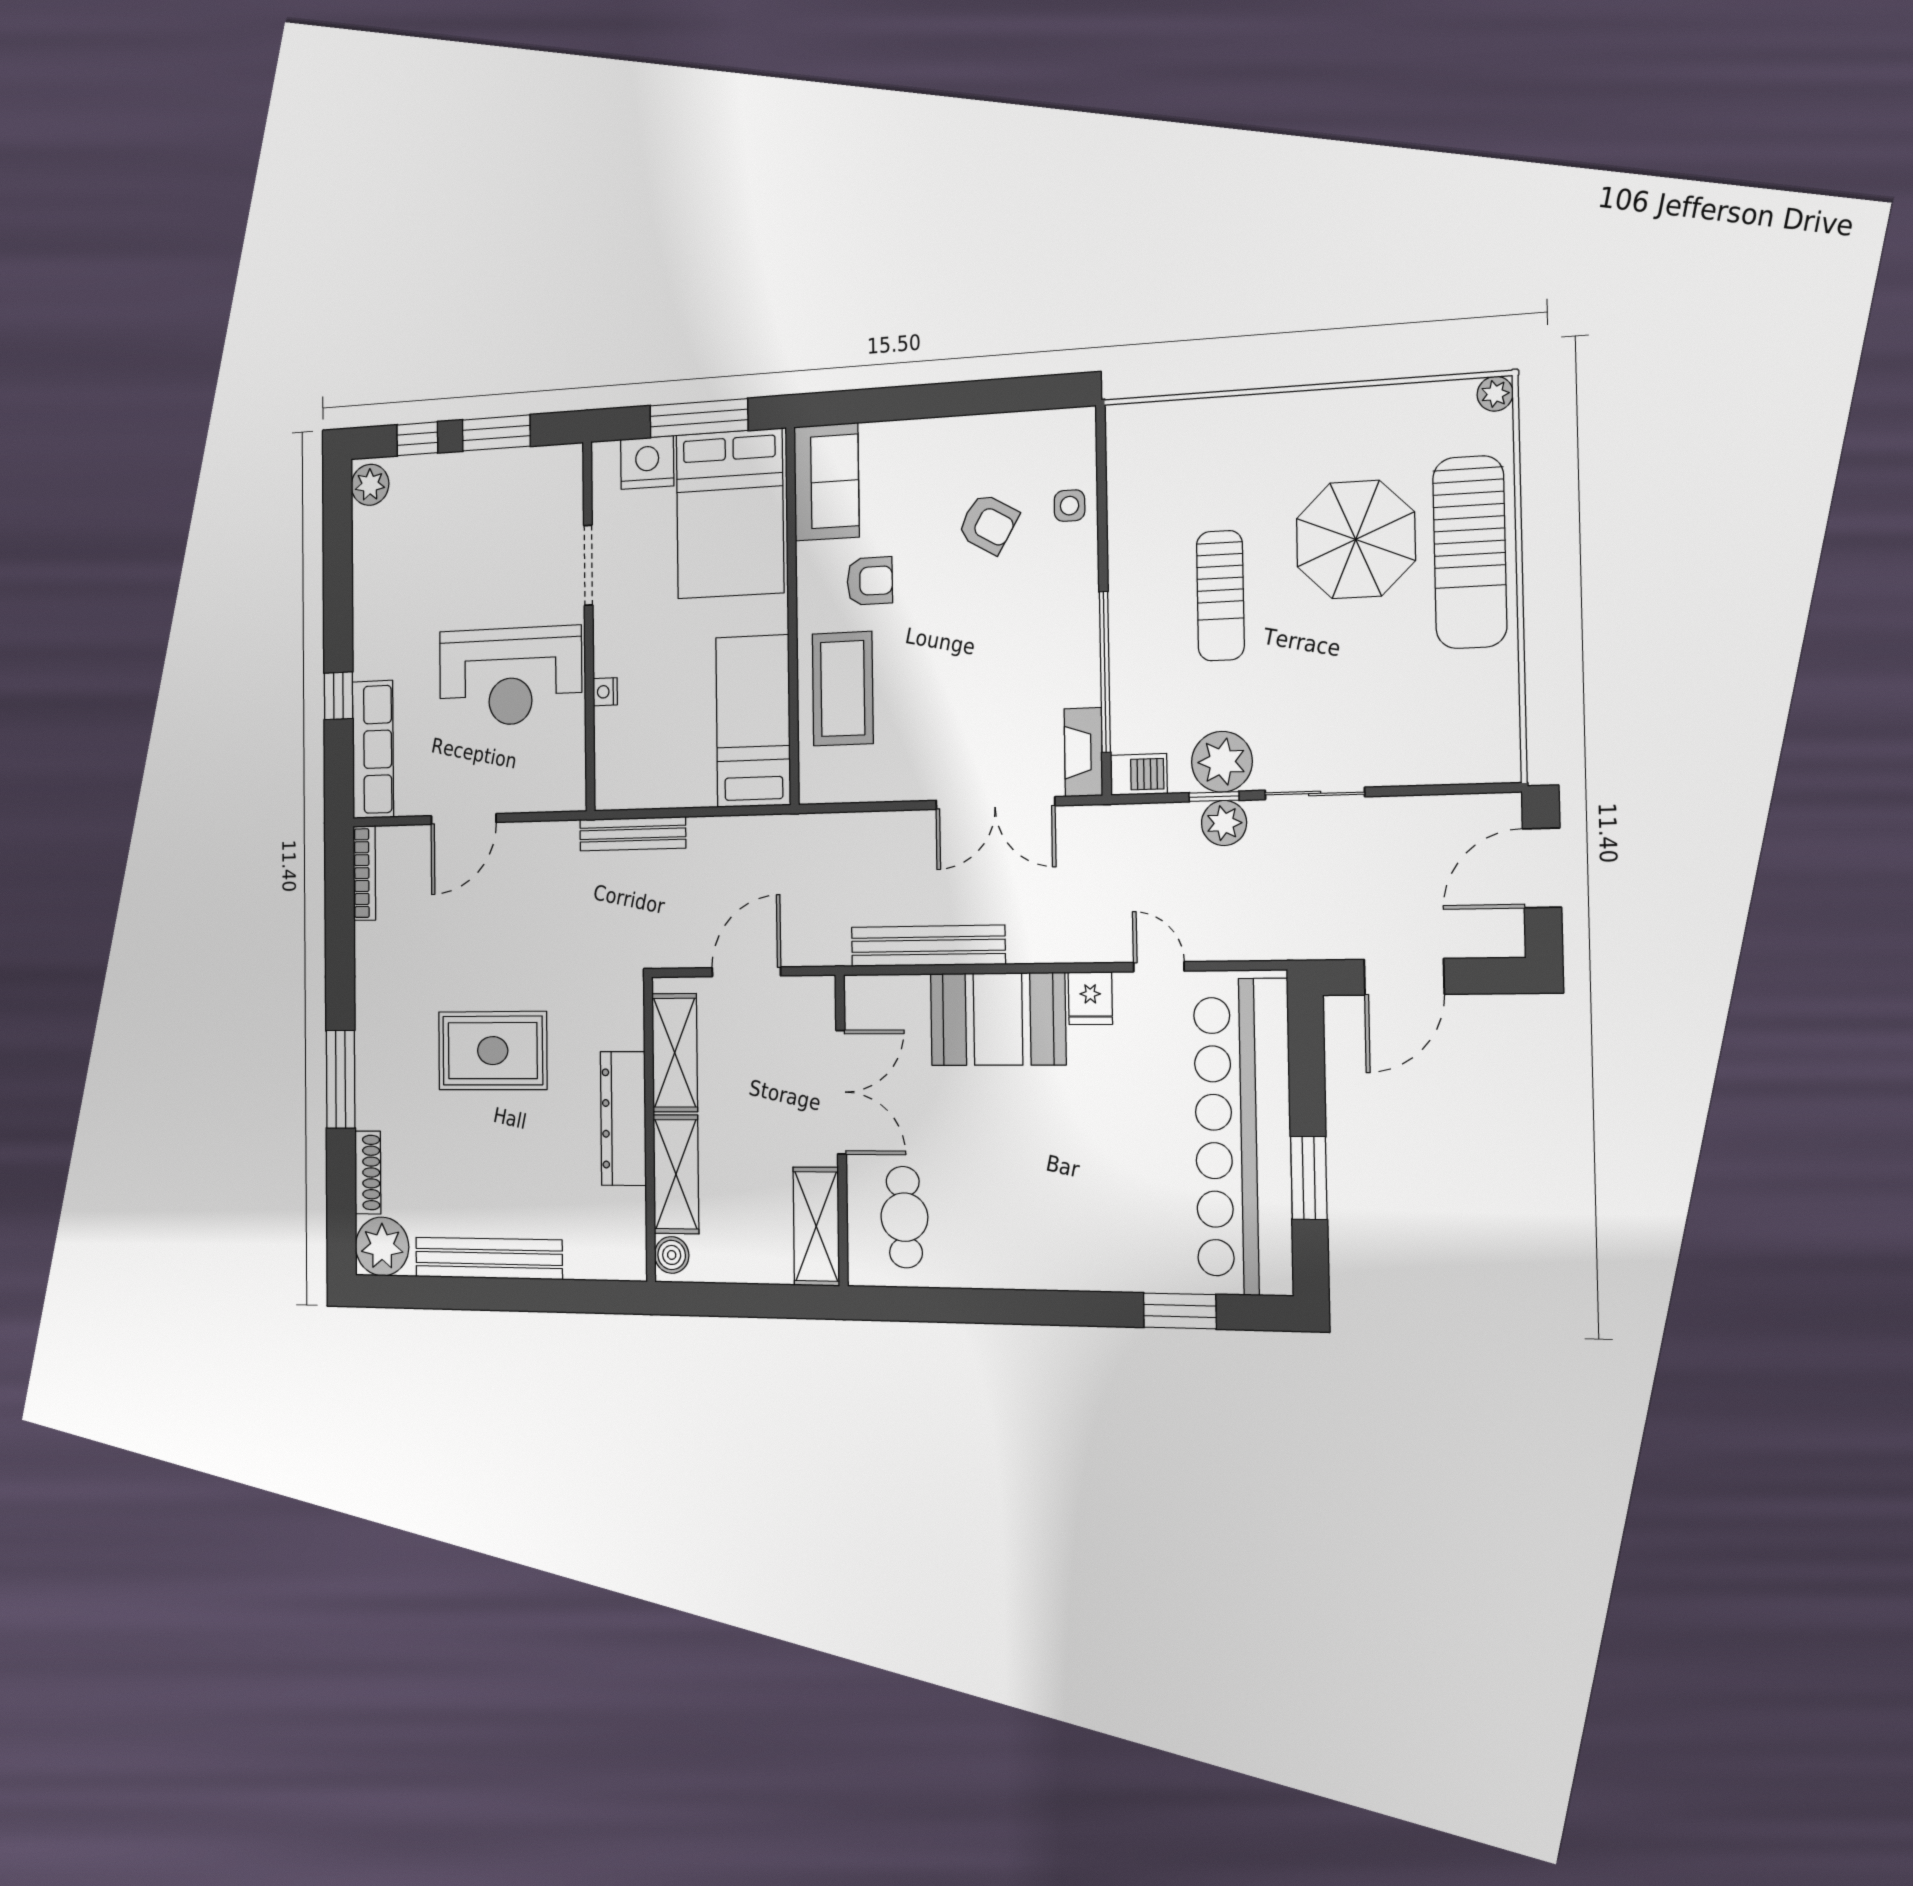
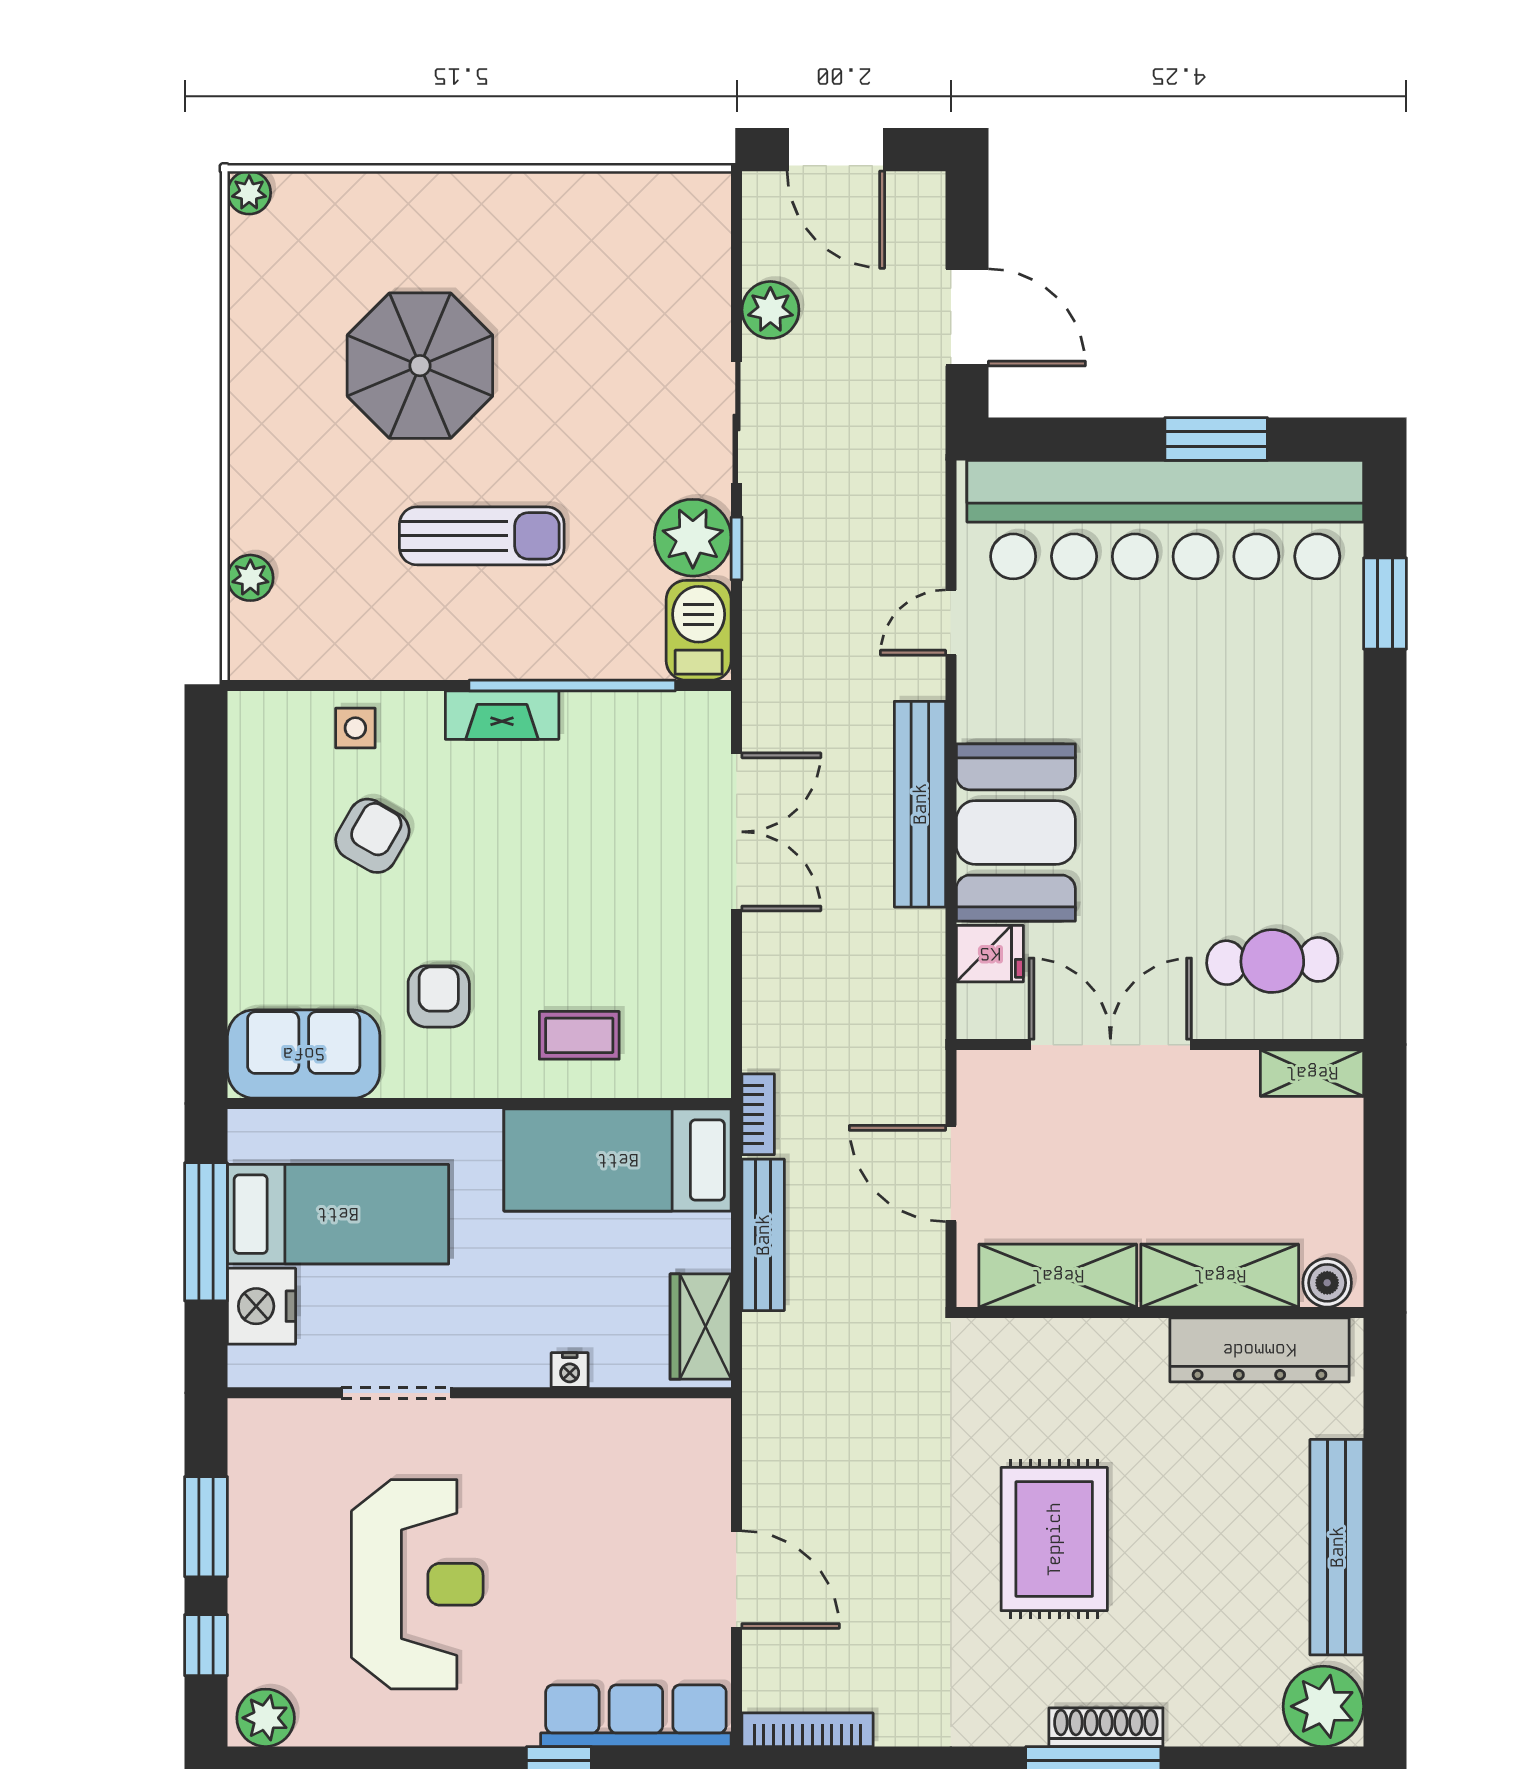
plant: (1184, 417) -> (250, 578), added
bed: (730, 514) -> (338, 1214), width x0.67
sun lounger: (1470, 552) -> (444, 227), removed
reception desk: (510, 676) -> (417, 1584), moved
coffee table: (843, 689) -> (579, 1035), width x0.54, depth x0.58
fireplace: (1083, 752) -> (502, 715), moved
barbecue: (1139, 774) -> (699, 630), width x1.38, depth x1.27
wardrobe: (636, 787) -> (701, 1327), added
plant: (1224, 823) -> (770, 310), moved
bookcase: (787, 826) -> (758, 1114), added
bench: (633, 834) -> (763, 1235), moved
bench: (928, 946) -> (920, 804), moved
fridge: (1090, 998) -> (990, 954), moved
dresser: (623, 1118) -> (1259, 1350), moved
shoe rack: (368, 1172) -> (1106, 1727), moved
shelving: (816, 1226) -> (1312, 1073), width x0.67, depth x0.75

